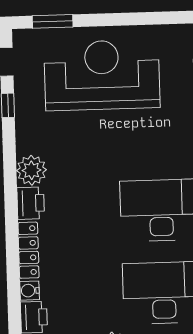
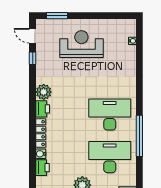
reception desk: (102, 75) -> (81, 44), width x0.74, depth x0.77

